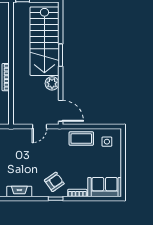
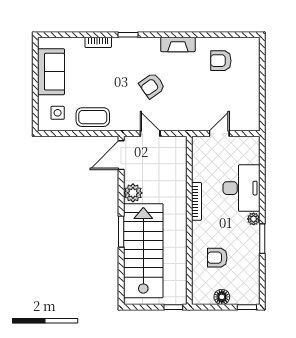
door: (61, 111) -> (121, 155), hinge flipped
door: (40, 126) -> (150, 134), hinge flipped
armchair: (54, 182) -> (152, 86), moved
sofa: (105, 187) -> (51, 72), moved, turned -90

